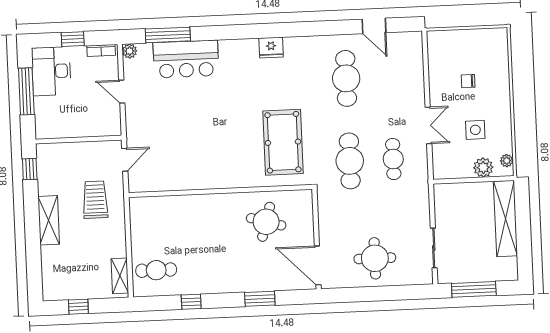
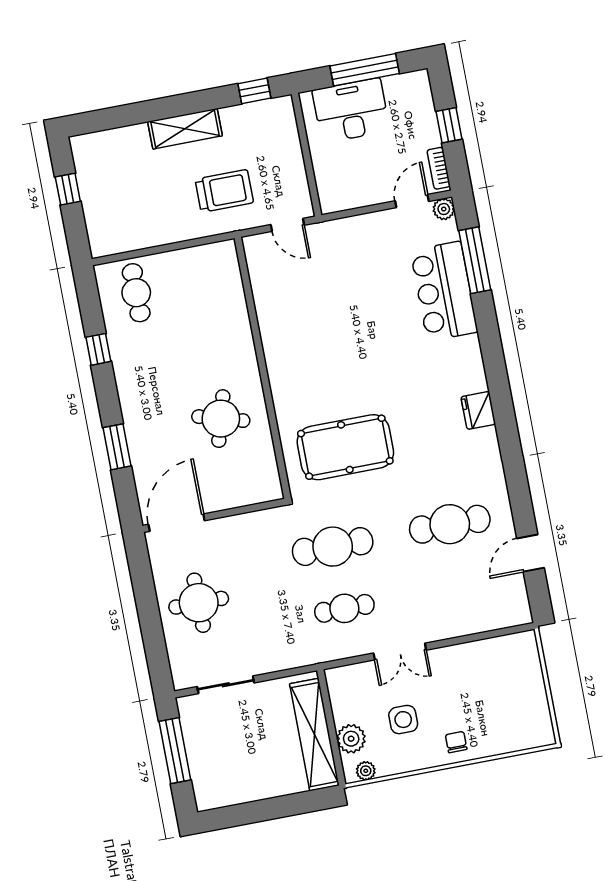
desk: (51, 71) -> (351, 110), moved
chair: (468, 81) -> (456, 742), moved
door: (122, 92) -> (412, 201), moved
shelving: (505, 219) -> (314, 735), moved, turned 90
round table: (266, 222) -> (221, 419), moved
shelving: (120, 276) -> (120, 242), removed

